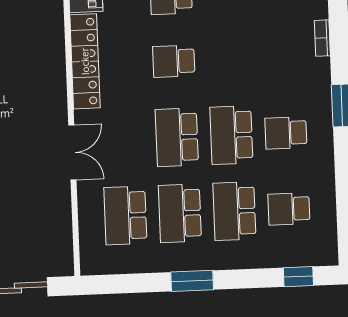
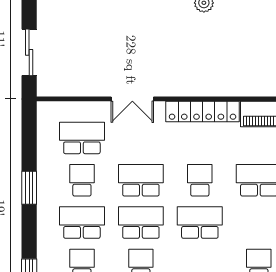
school desk: (228, 59) -> (200, 223), added
school desk: (180, 213) -> (82, 180), width x0.54

